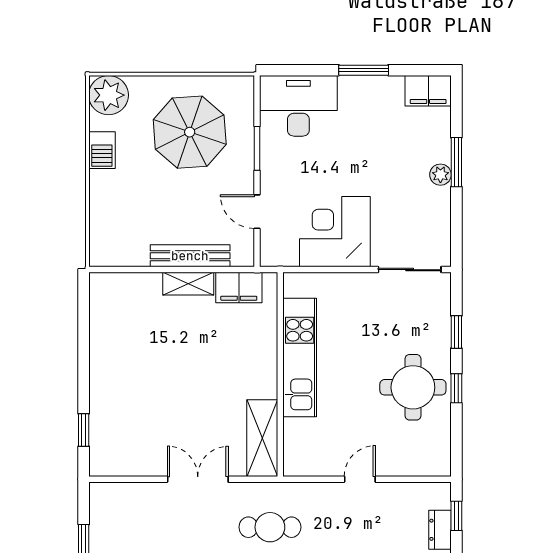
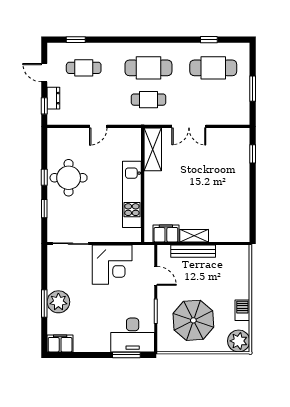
window: (364, 70) -> (126, 355), moved
plant: (440, 175) -> (58, 302), width x1.87, depth x1.87

